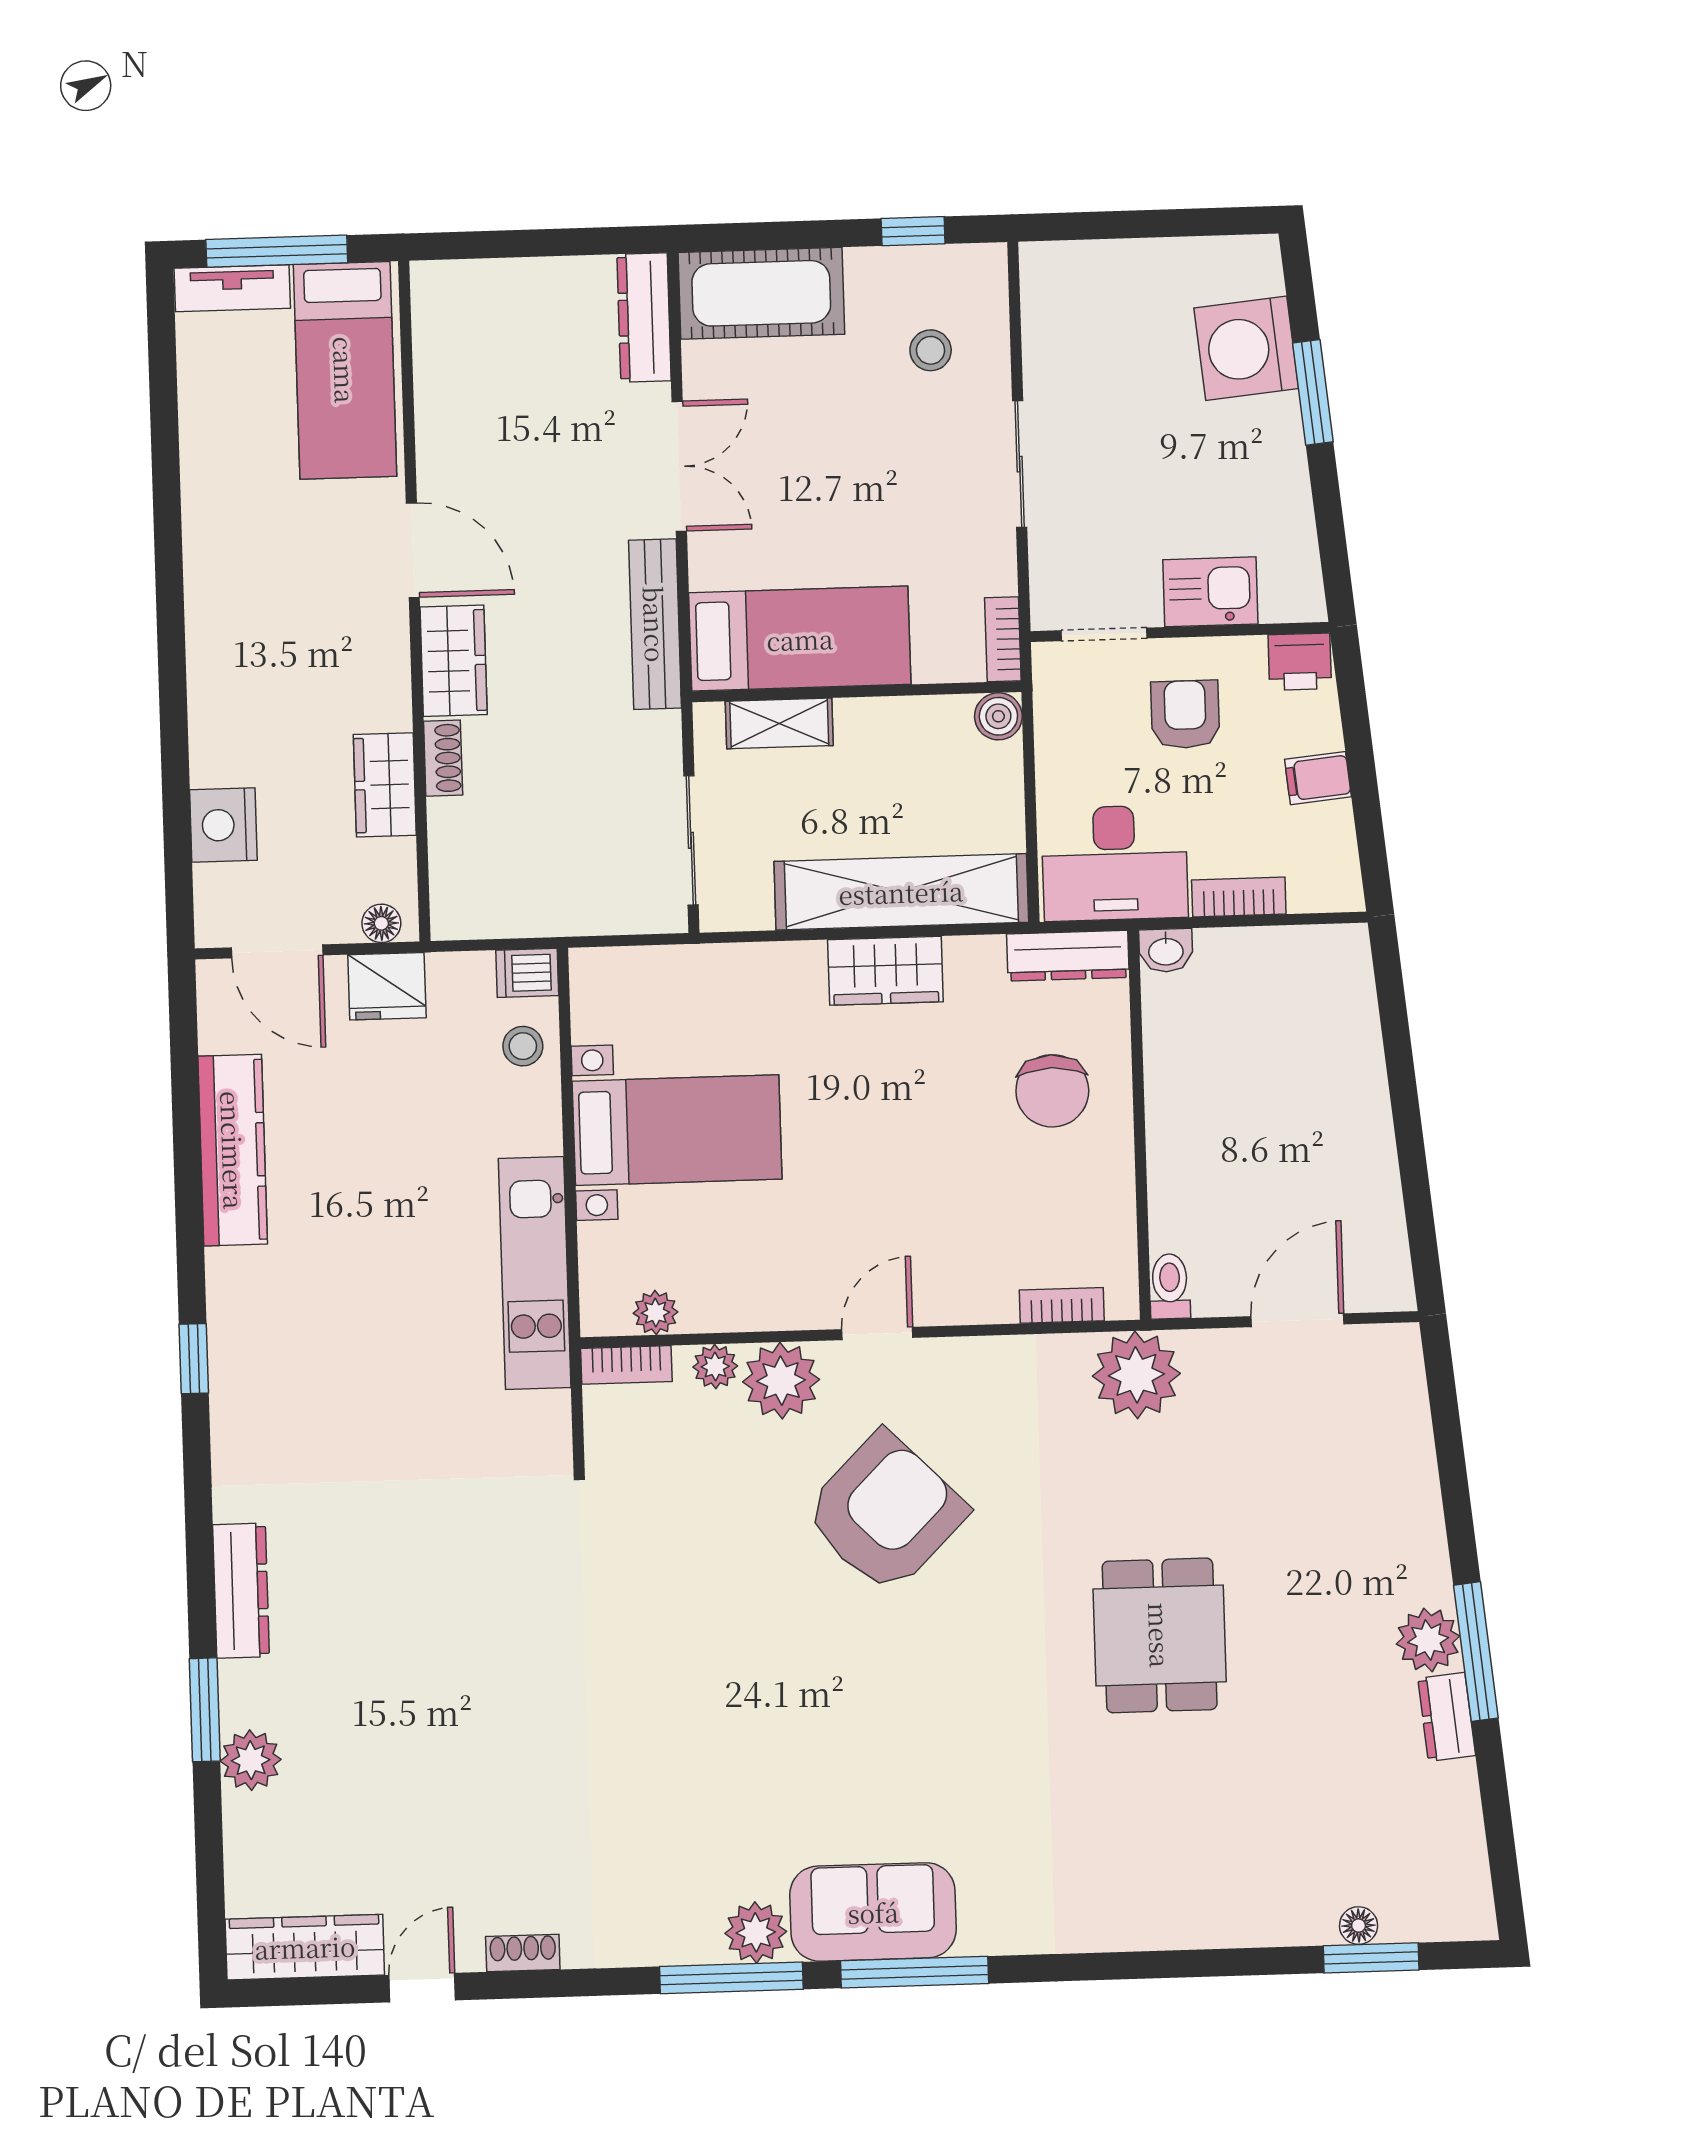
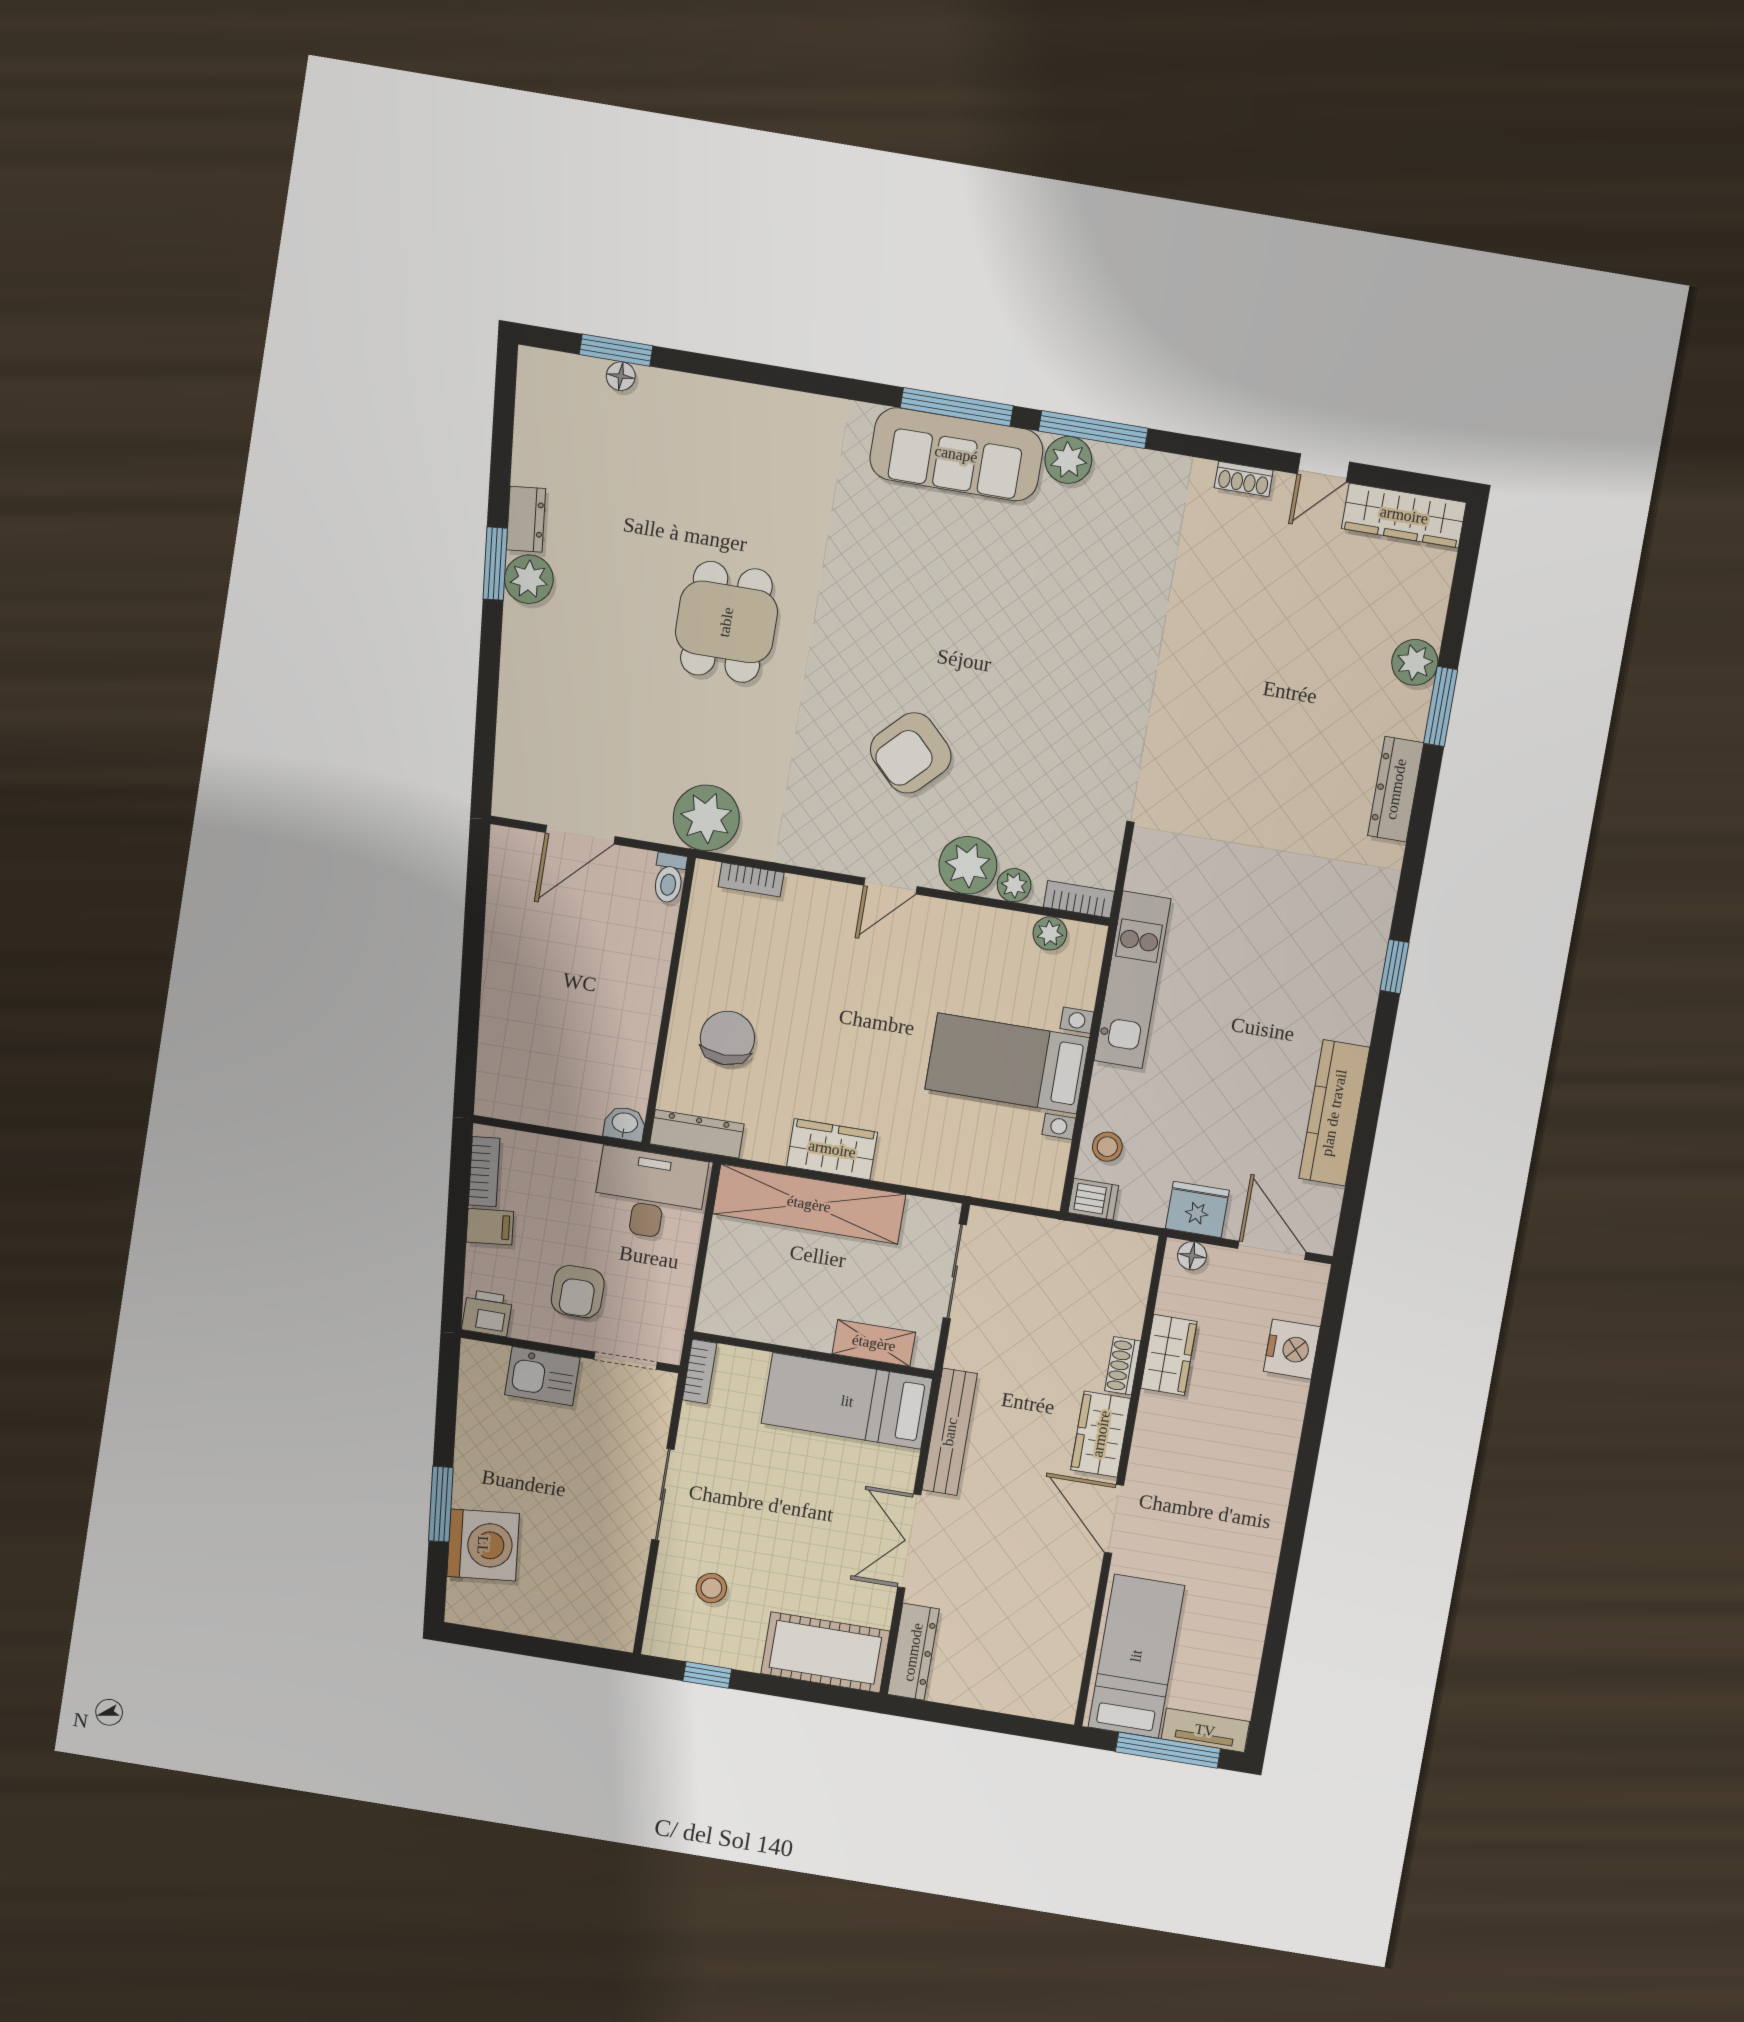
boiler: (998, 716) -> (714, 1317), removed
bookcase: (1239, 897) -> (484, 1172), moved, turned -96
armchair: (885, 1513) -> (911, 753), width x0.73, depth x0.73
window: (1476, 1652) -> (495, 564), width x0.69
sofa: (873, 1912) -> (956, 454), width x1.36

